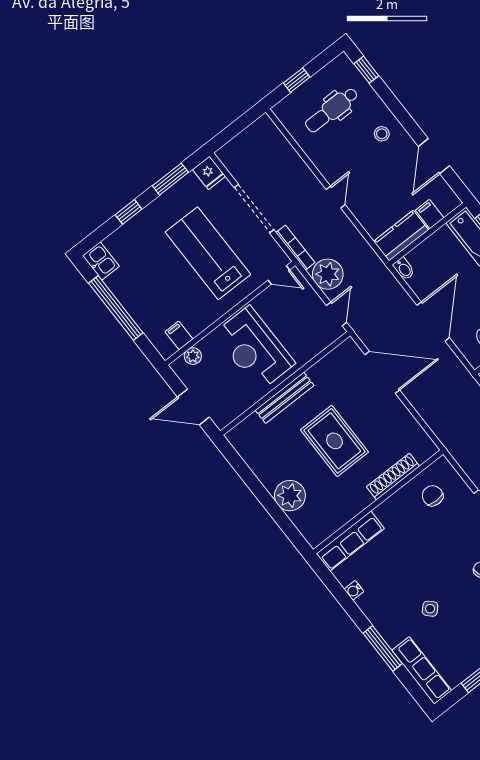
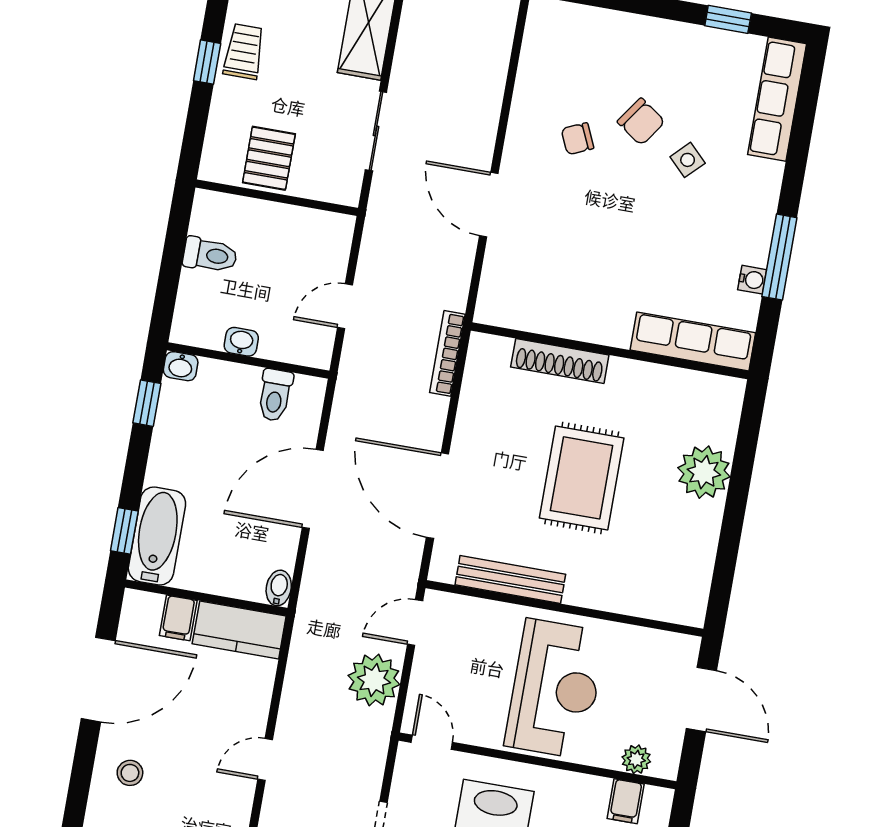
door: (434, 156) -> (98, 680), width x1.36
bookcase: (295, 248) -> (447, 353), moved
bench: (285, 398) -> (510, 579), moved
chair: (433, 496) -> (641, 122), moved, turned -55
window: (383, 648) -> (779, 257), moved

